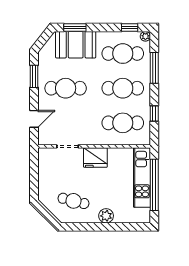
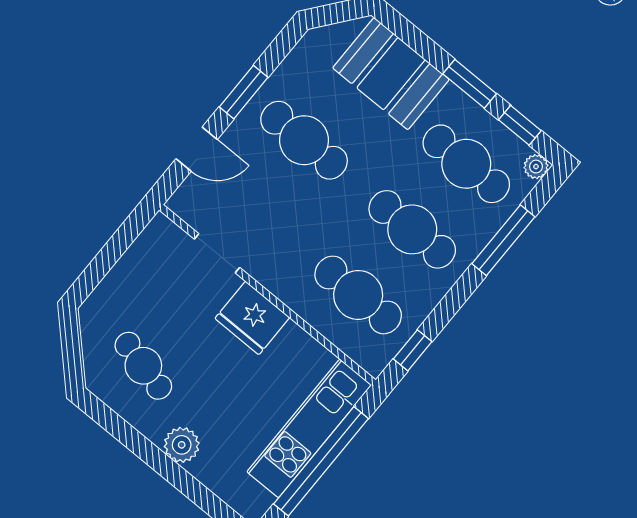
window: (75, 27) -> (470, 84), moved
window: (34, 76) -> (244, 92), moved
window: (154, 114) -> (413, 350), moved

